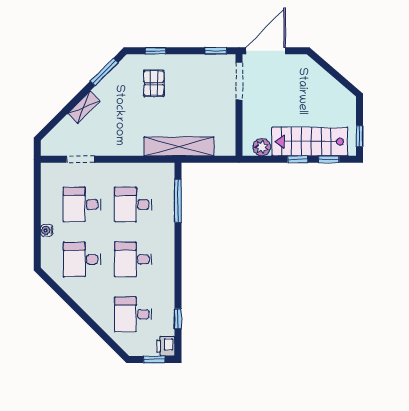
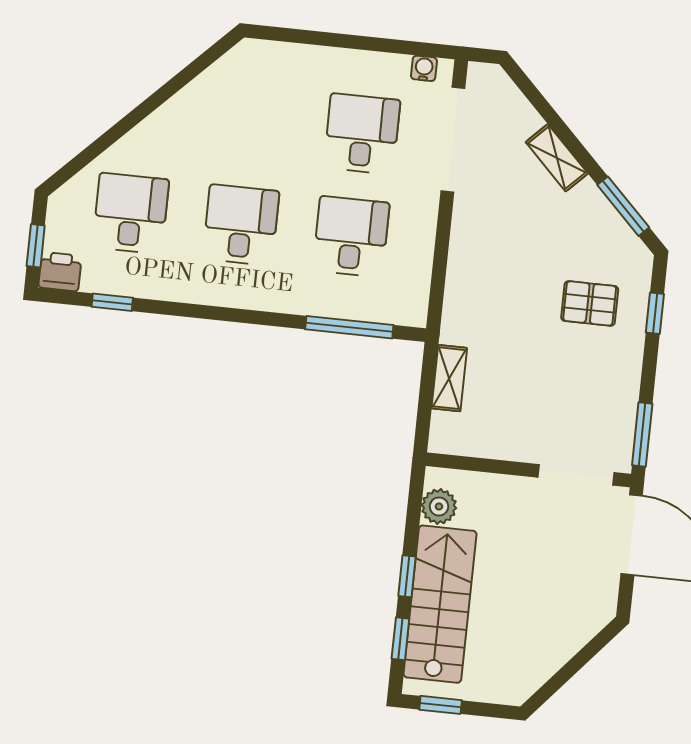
window: (216, 51) -> (642, 435), width x1.50
shelving: (179, 146) -> (449, 378), width x0.45, depth x0.75
doorway: (80, 159) -> (453, 140), width x1.87
water cooler: (47, 230) -> (424, 68), moved
desk: (82, 259) -> (252, 122), removed

